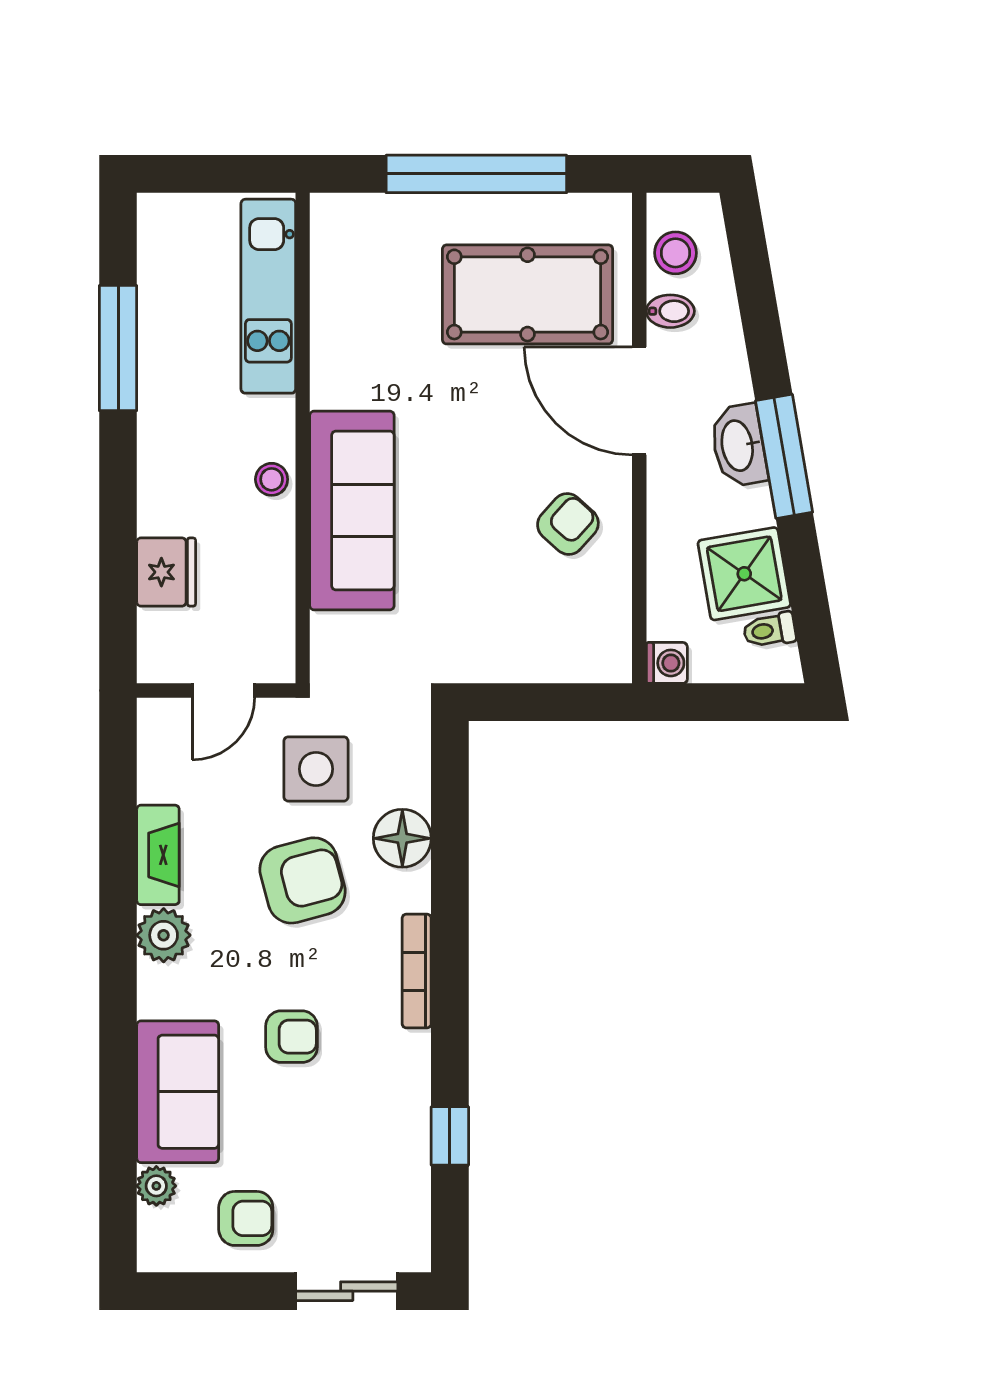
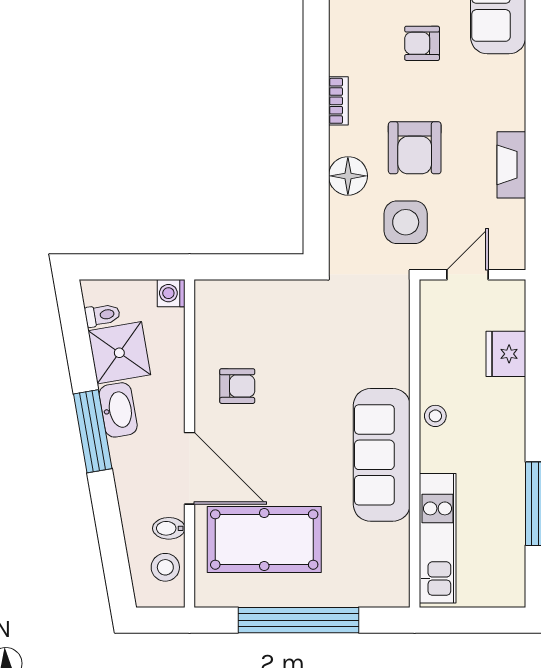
washbasin: (739, 445) -> (118, 410), moved
sofa: (352, 510) -> (382, 455), moved
armchair: (568, 524) -> (237, 386), turned -132
armchair: (303, 880) -> (415, 148), turned -75
plant: (164, 935) -> (508, 111), removed
bookcase: (417, 971) -> (338, 101), width x0.64

